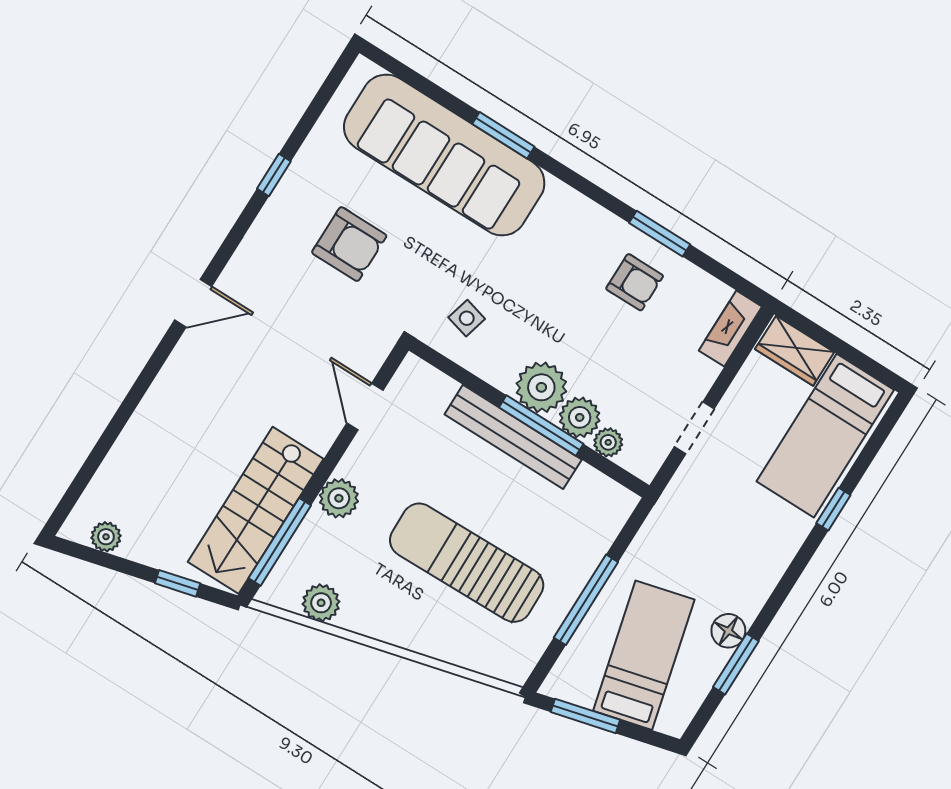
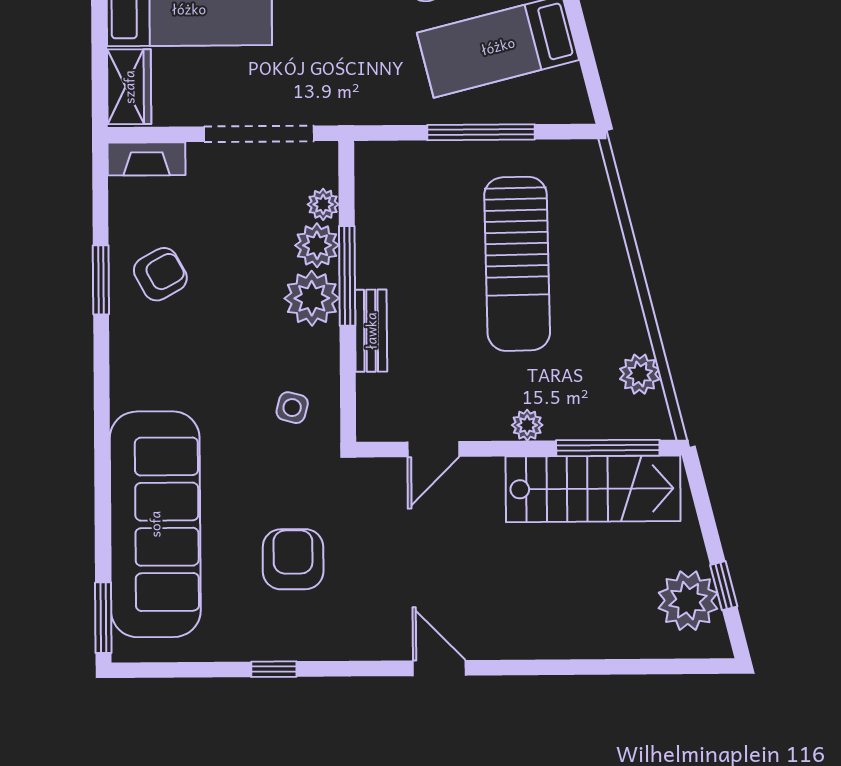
window: (503, 135) -> (103, 618), moved
armchair: (635, 282) -> (160, 274), turned 61
doorway: (694, 428) -> (259, 134), width x1.87
bench: (513, 437) -> (371, 331), width x0.54, depth x0.82
plant: (339, 498) -> (527, 425), width x0.73, depth x0.73
plant: (106, 537) -> (688, 601), width x1.88, depth x1.88
window: (178, 583) -> (724, 586), moved
window: (585, 716) -> (588, 64), removed

